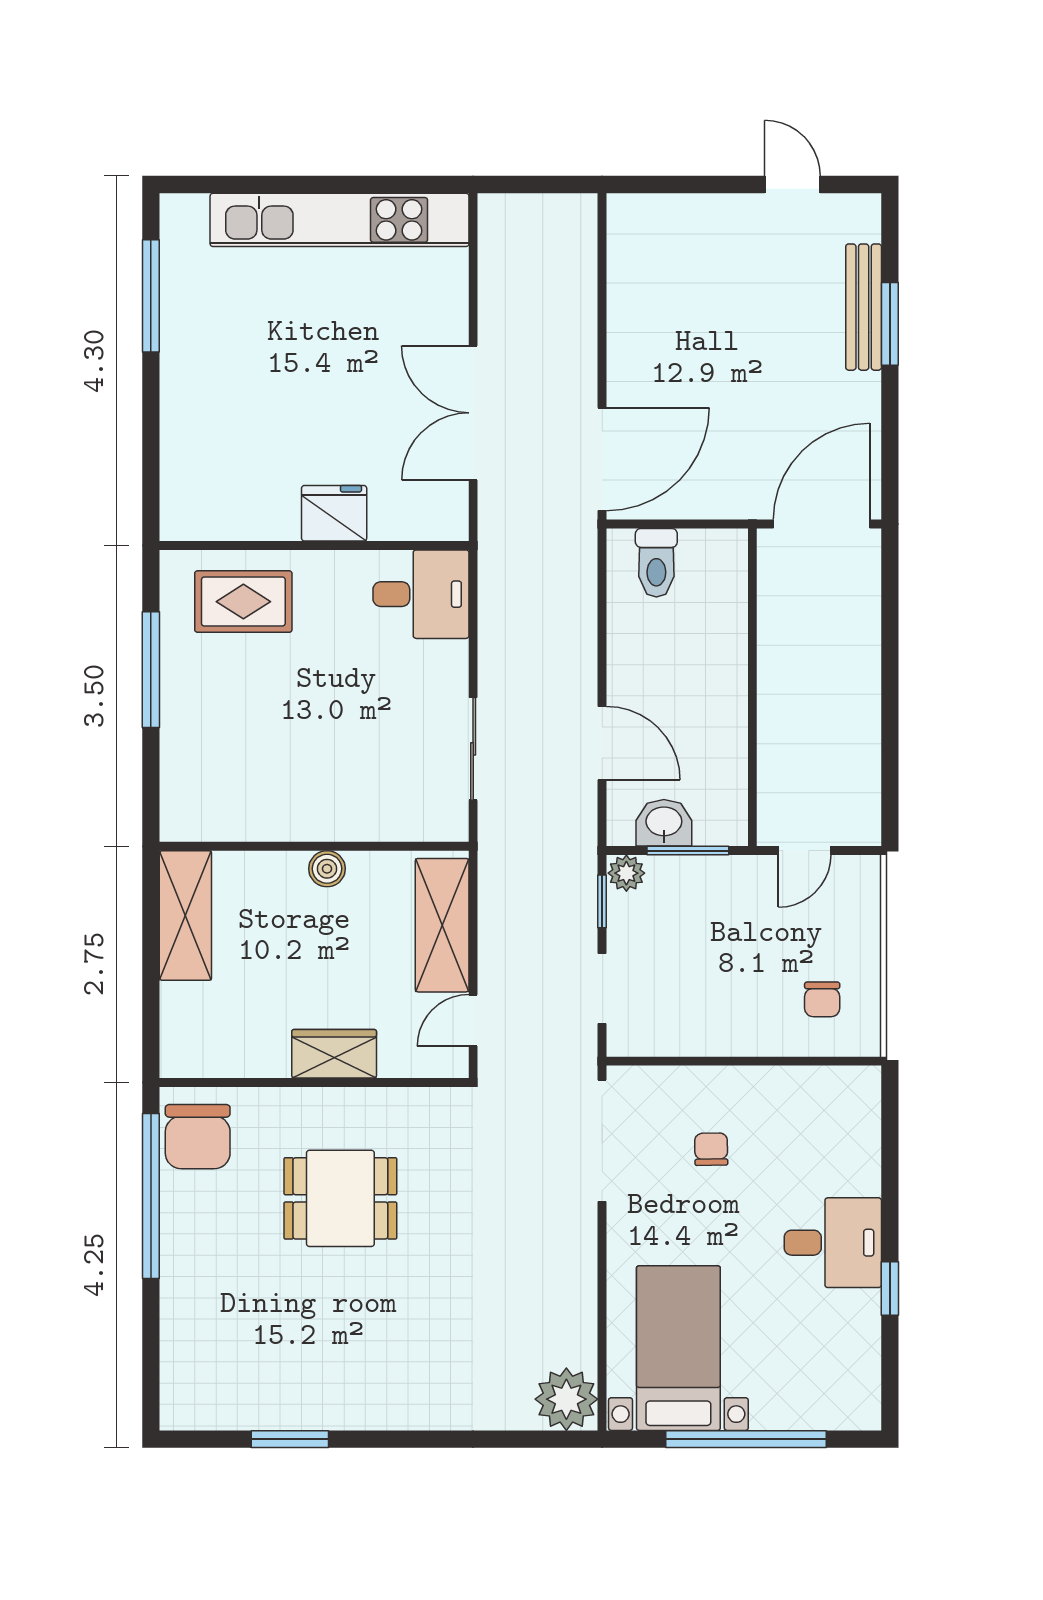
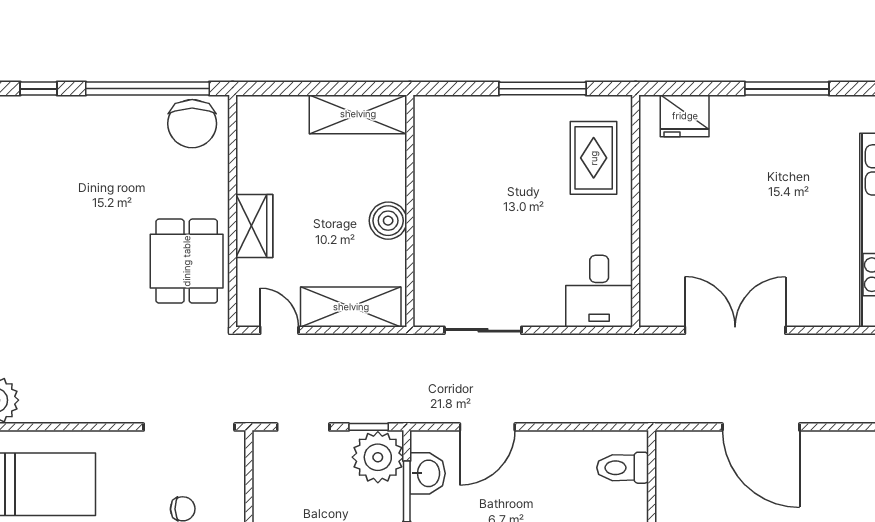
window: (151, 296) -> (787, 89), moved
door: (602, 459) -> (761, 427), moved
fridge: (334, 513) -> (685, 116), moved, turned 90
boiler: (327, 869) -> (388, 221), width x1.36, depth x1.36
plant: (626, 873) -> (378, 457), width x1.88, depth x1.88
chair: (198, 1137) -> (192, 124), turned -90
dining table: (340, 1198) -> (187, 261), moved
window: (151, 1341) -> (39, 89), added

